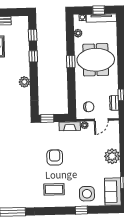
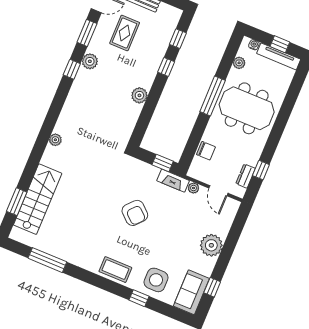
window: (71, 62) -> (213, 96), width x2.17
chair: (89, 107) -> (206, 151), moved
window: (47, 118) -> (163, 163), moved
door: (101, 120) -> (218, 191), hinge flipped
armchair: (55, 157) -> (135, 213), turned 132
coffee table: (54, 189) -> (115, 270), moved

